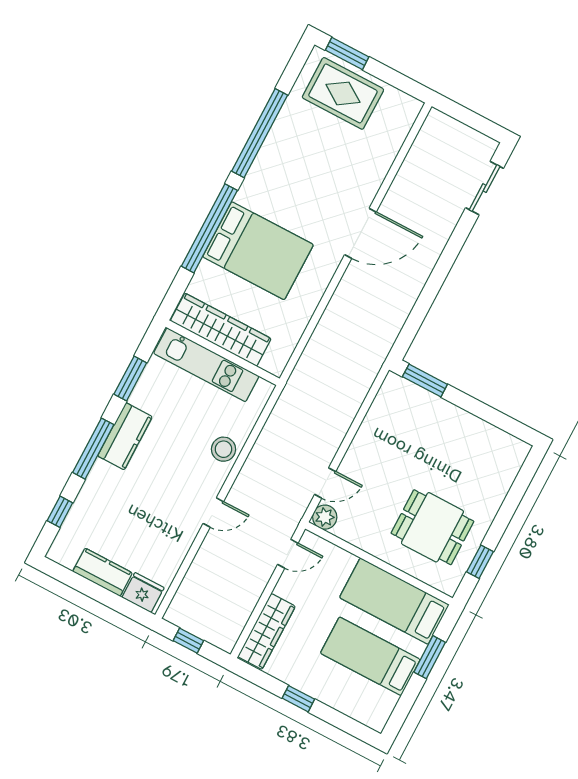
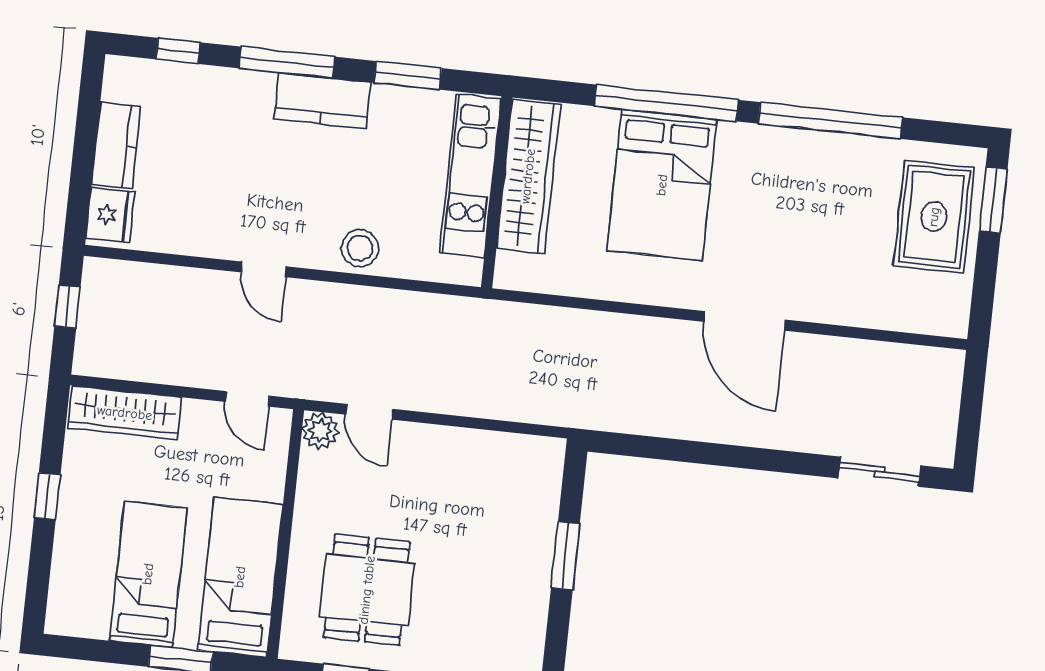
window: (425, 381) -> (565, 556), moved

